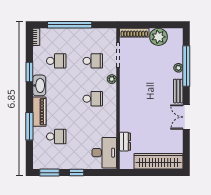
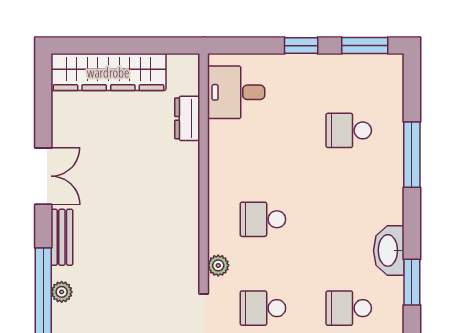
piano: (39, 112) -> (388, 189), removed
desk: (104, 153) -> (236, 92), width x0.73

